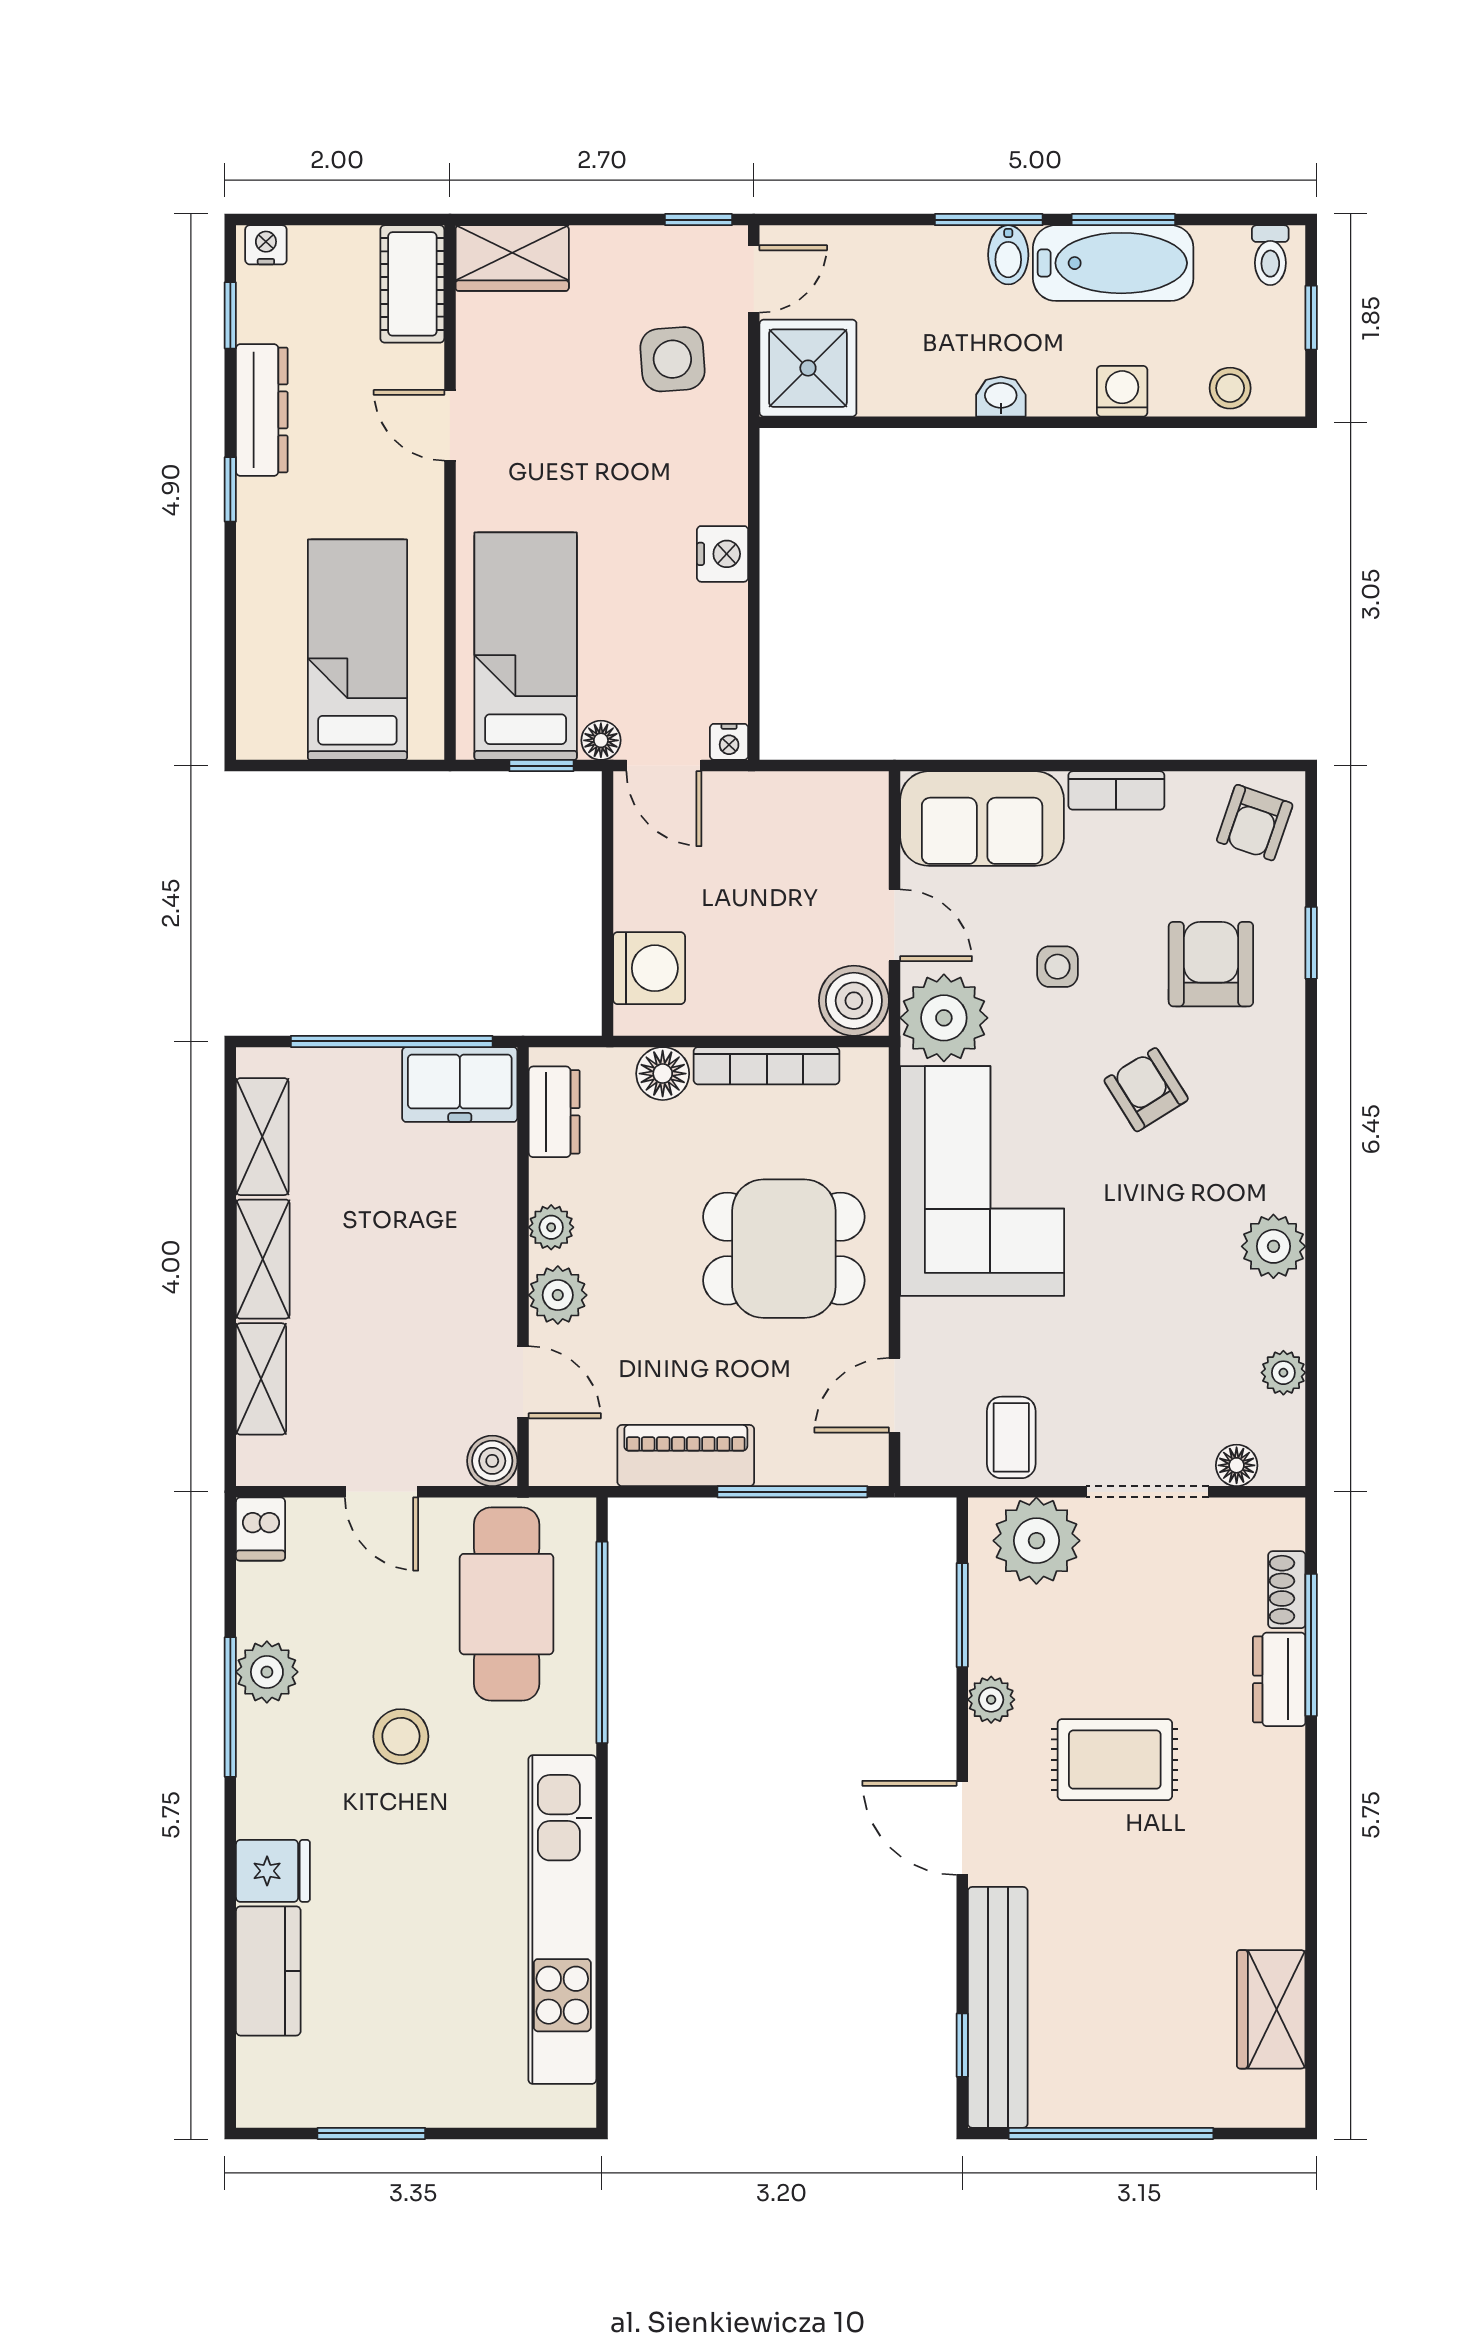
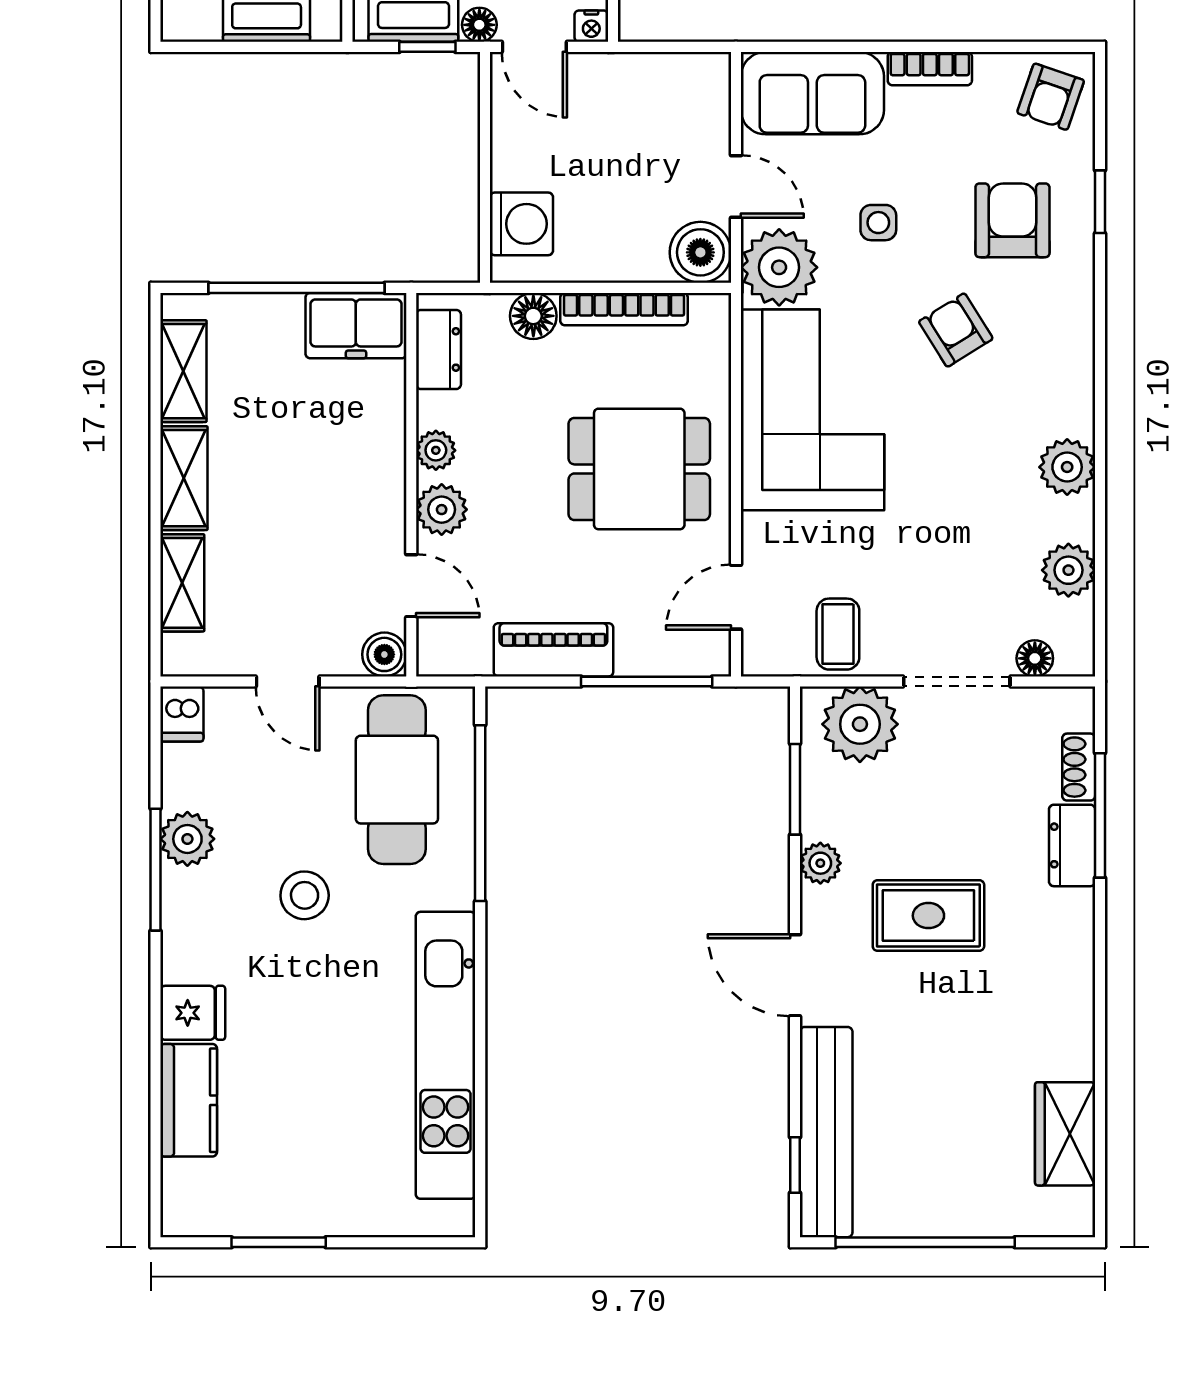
plant: (1283, 1373) -> (1068, 570), width x1.38, depth x1.38

